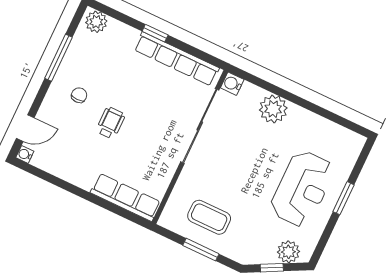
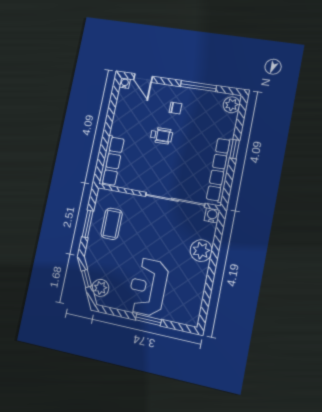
reception desk: (302, 189) -> (148, 287), turned 90

